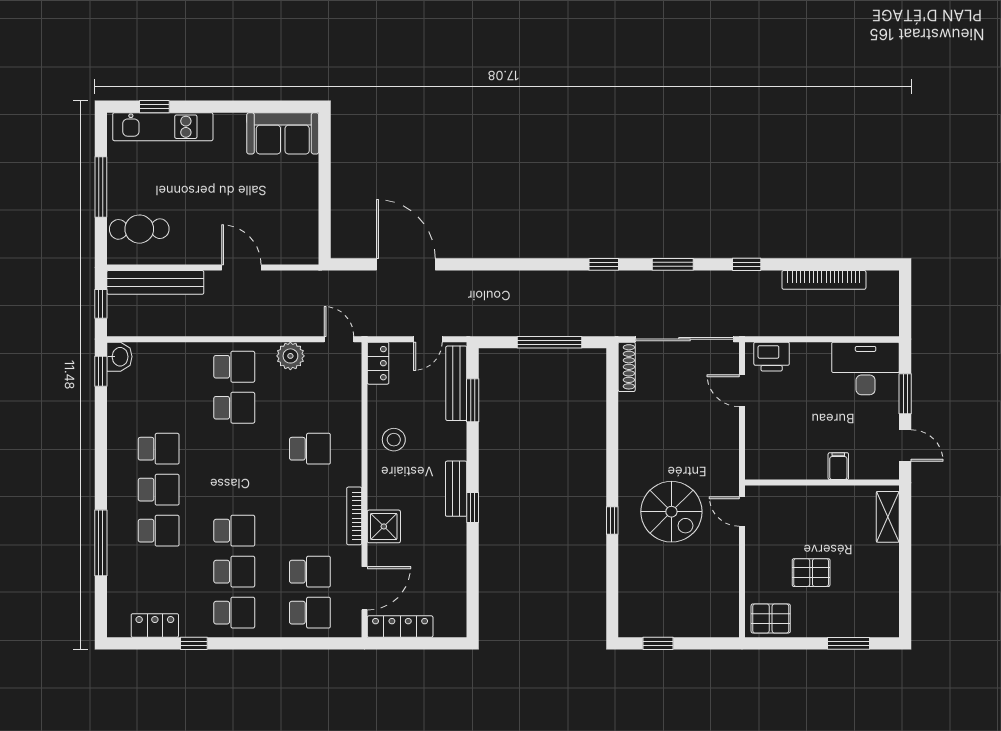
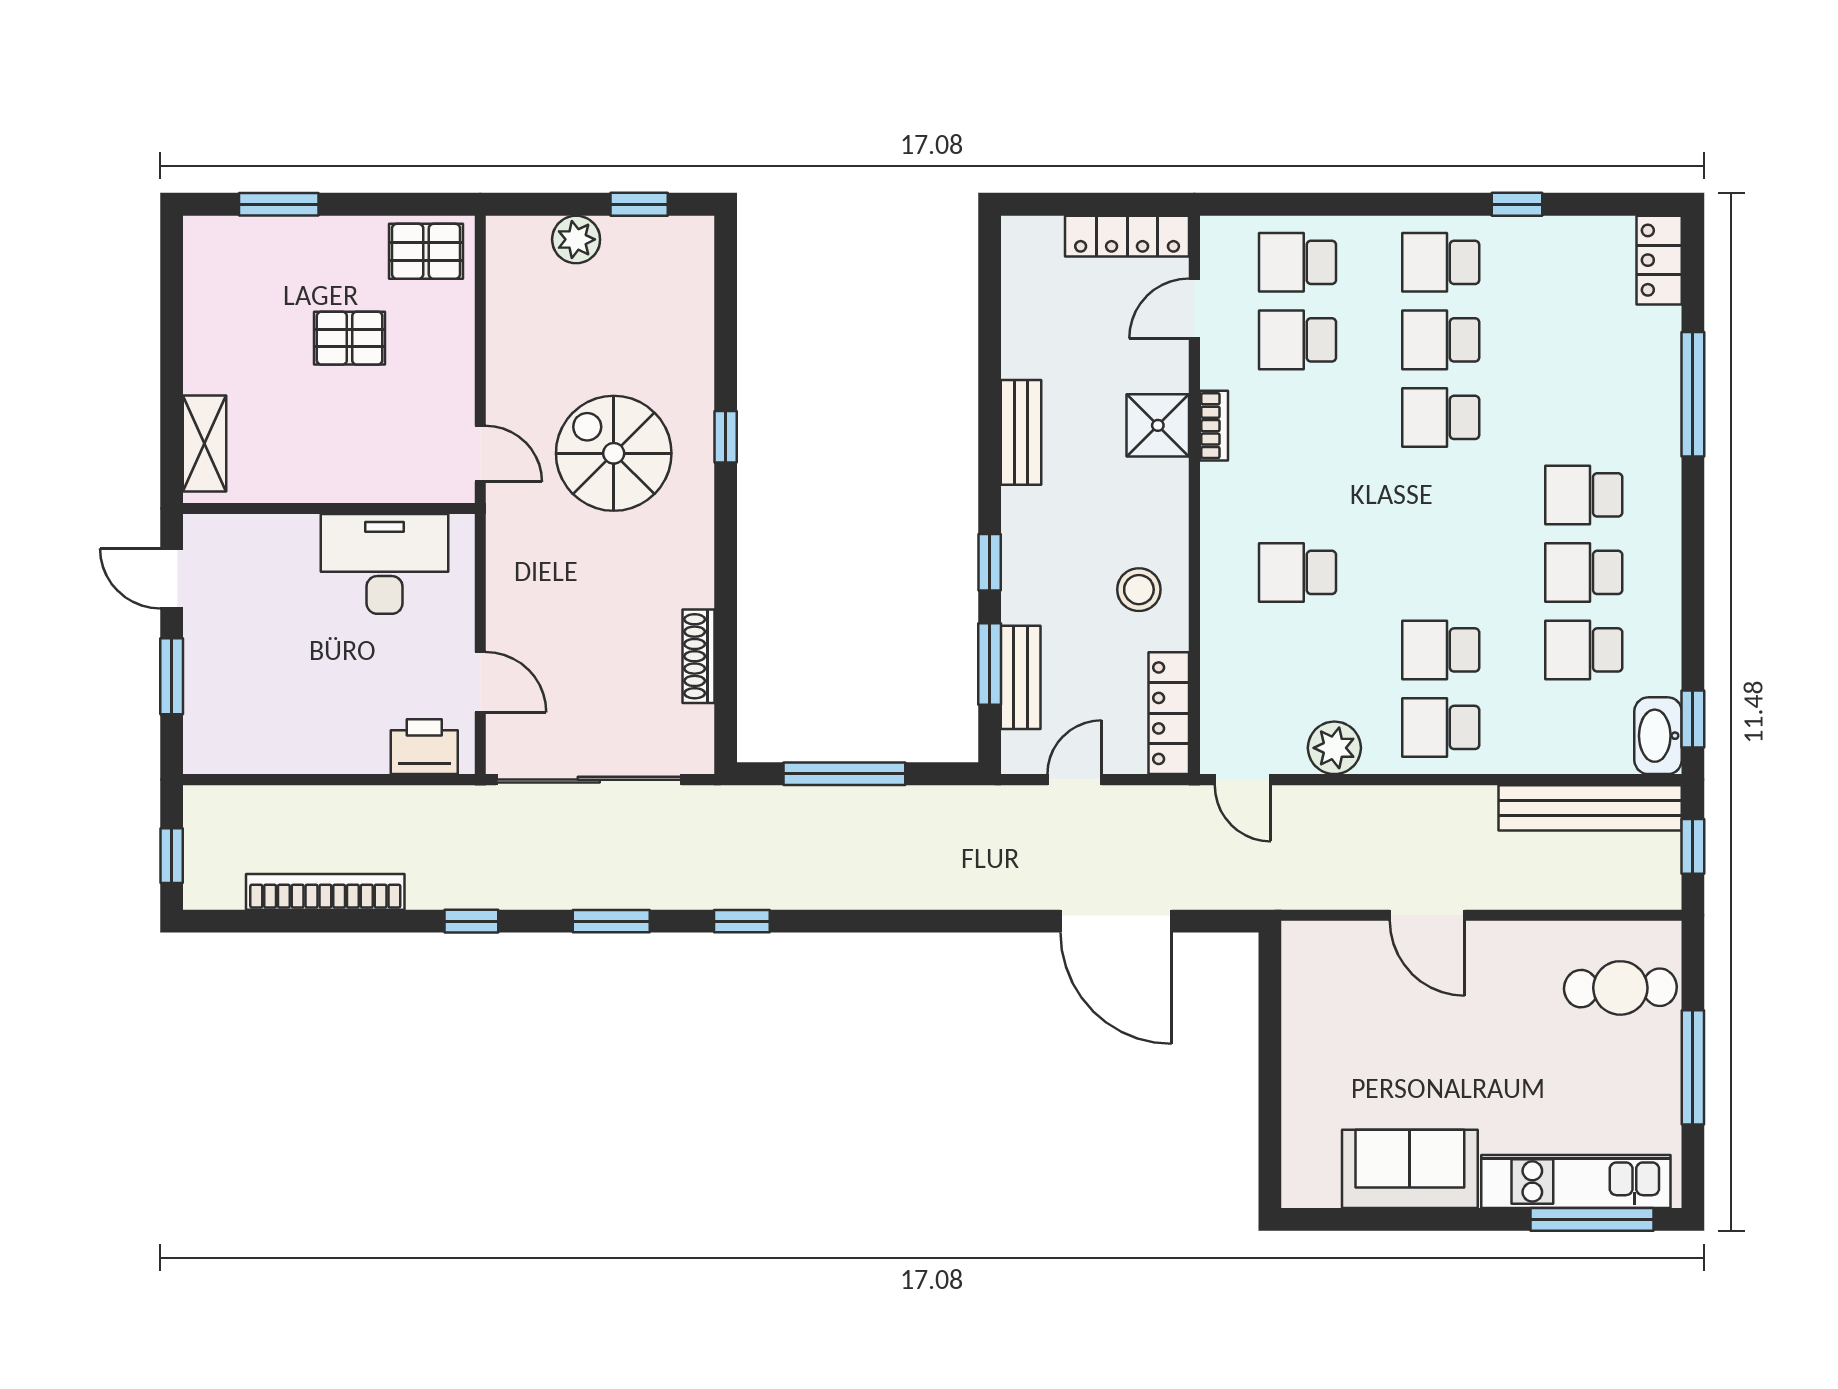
window: (154, 107) -> (1592, 1219), width x2.17
sofa: (283, 133) -> (1410, 1169), moved
bench: (155, 282) -> (1590, 808), moved
window: (905, 299) -> (172, 856), added
washbasin: (119, 357) -> (1658, 736), width x1.38
locker: (378, 363) -> (1169, 713), width x1.53
shoe rack: (627, 367) -> (698, 656), moved
desk: (866, 368) -> (385, 564), moved, turned 180
bench: (456, 383) -> (1021, 677), width x0.73
filing cabinet: (838, 466) -> (298, 539), removed
bench: (456, 489) -> (1021, 432), moved
window: (473, 508) -> (990, 562), moved
bookcase: (354, 516) -> (1214, 426), width x0.64
school desk: (159, 531) -> (1584, 650), moved
door: (364, 588) -> (1194, 308), width x0.73
locker: (155, 625) -> (1659, 260), moved, turned 90
plant: (691, 625) -> (576, 239), added

